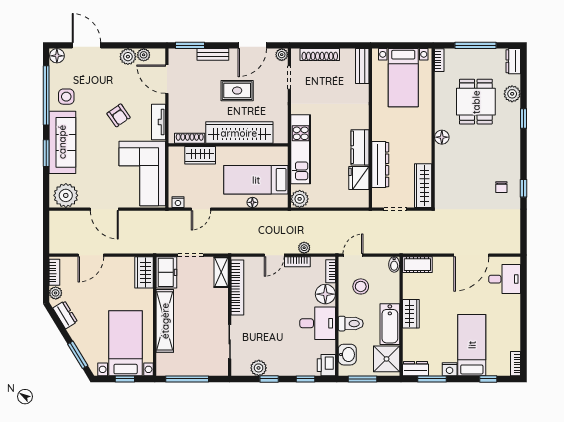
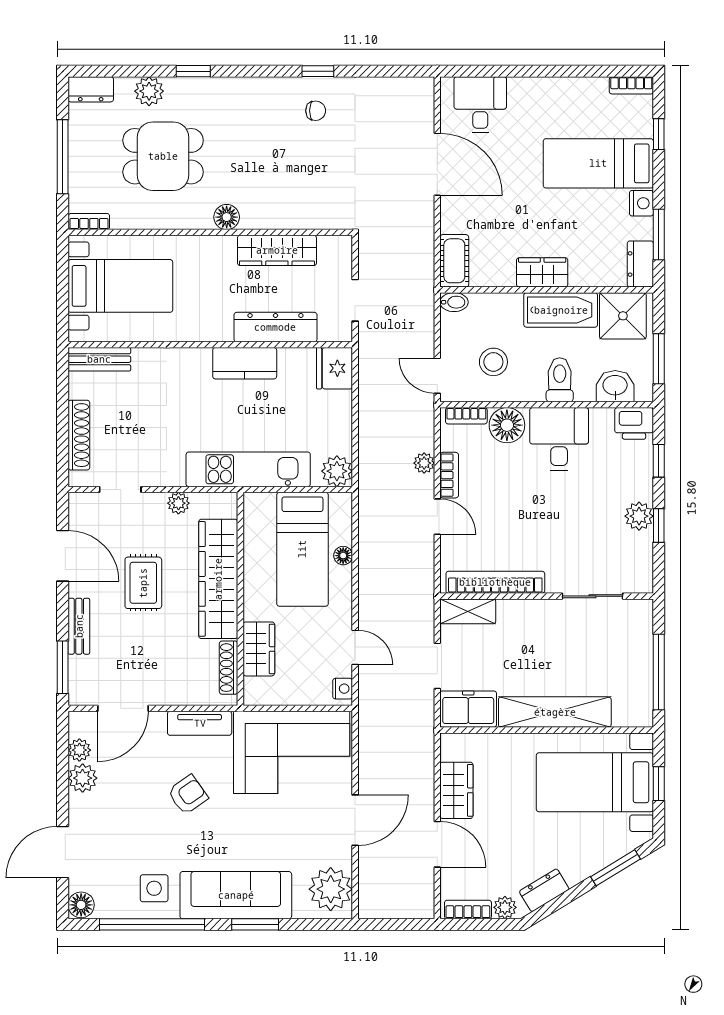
plant: (282, 55) -> (178, 503), moved
fridge: (359, 178) -> (334, 368), moved, turned 90
wardrobe: (423, 186) -> (277, 250), moved
wardrobe: (144, 272) -> (456, 790), moved, turned -90
plant: (259, 368) -> (639, 516), moved

